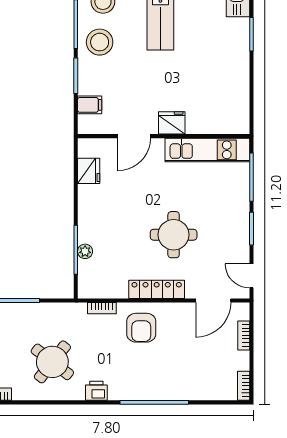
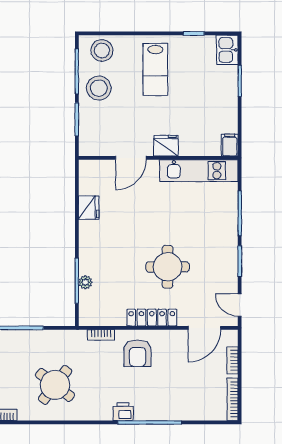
filing cabinet: (90, 105) -> (230, 145), moved, turned -90
fridge: (172, 123) -> (166, 146), moved
door: (134, 136) -> (131, 158), moved
wall: (164, 136) -> (158, 158), moved
kitchen unit: (207, 150) -> (199, 171), moved
bookcase: (244, 386) -> (233, 399), width x1.56
printer: (96, 391) -> (123, 412), moved

